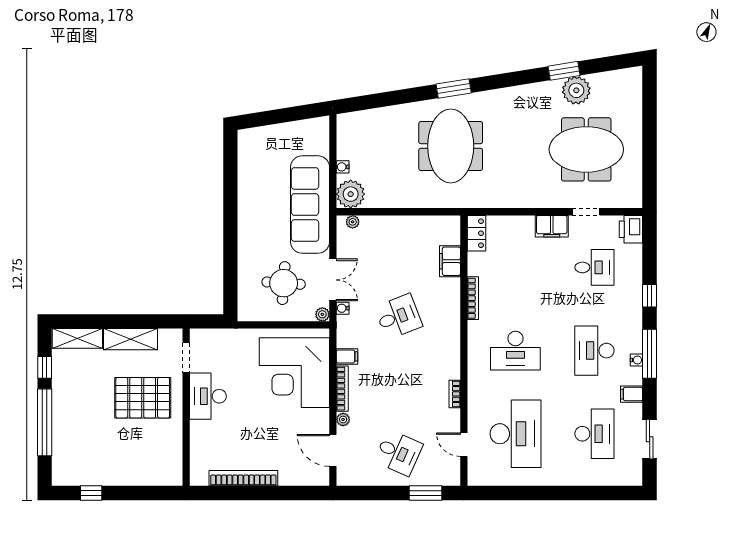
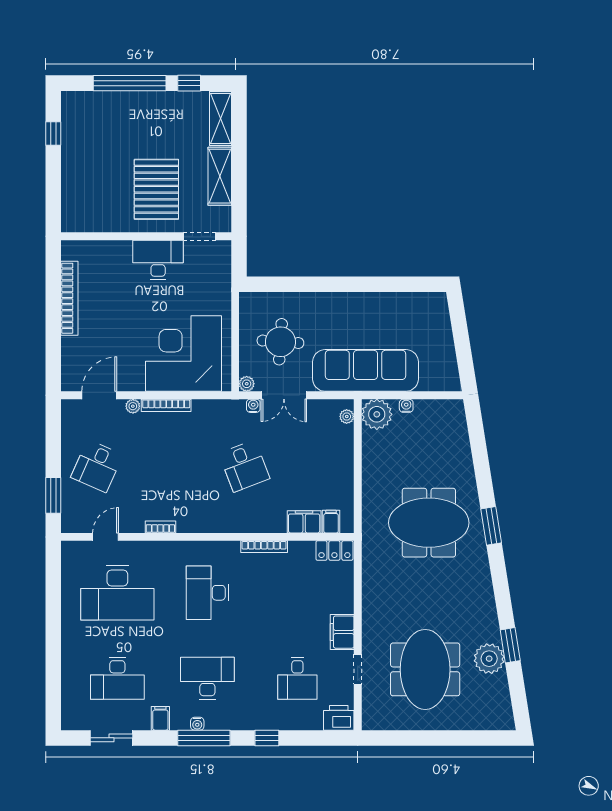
filing cabinet: (347, 356) -> (331, 522), moved, turned 180

